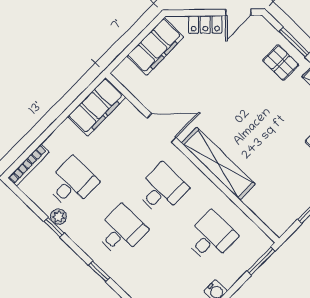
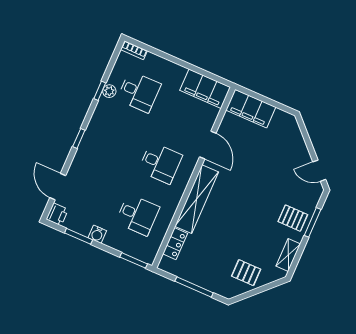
locker: (205, 25) -> (175, 244), moved, turned -135
filing cabinet: (155, 47) -> (251, 109), moved
pallet: (281, 63) -> (293, 218), turned 90
bookcase: (29, 165) -> (134, 50), width x0.64
desk: (121, 231) -> (116, 144), removed

